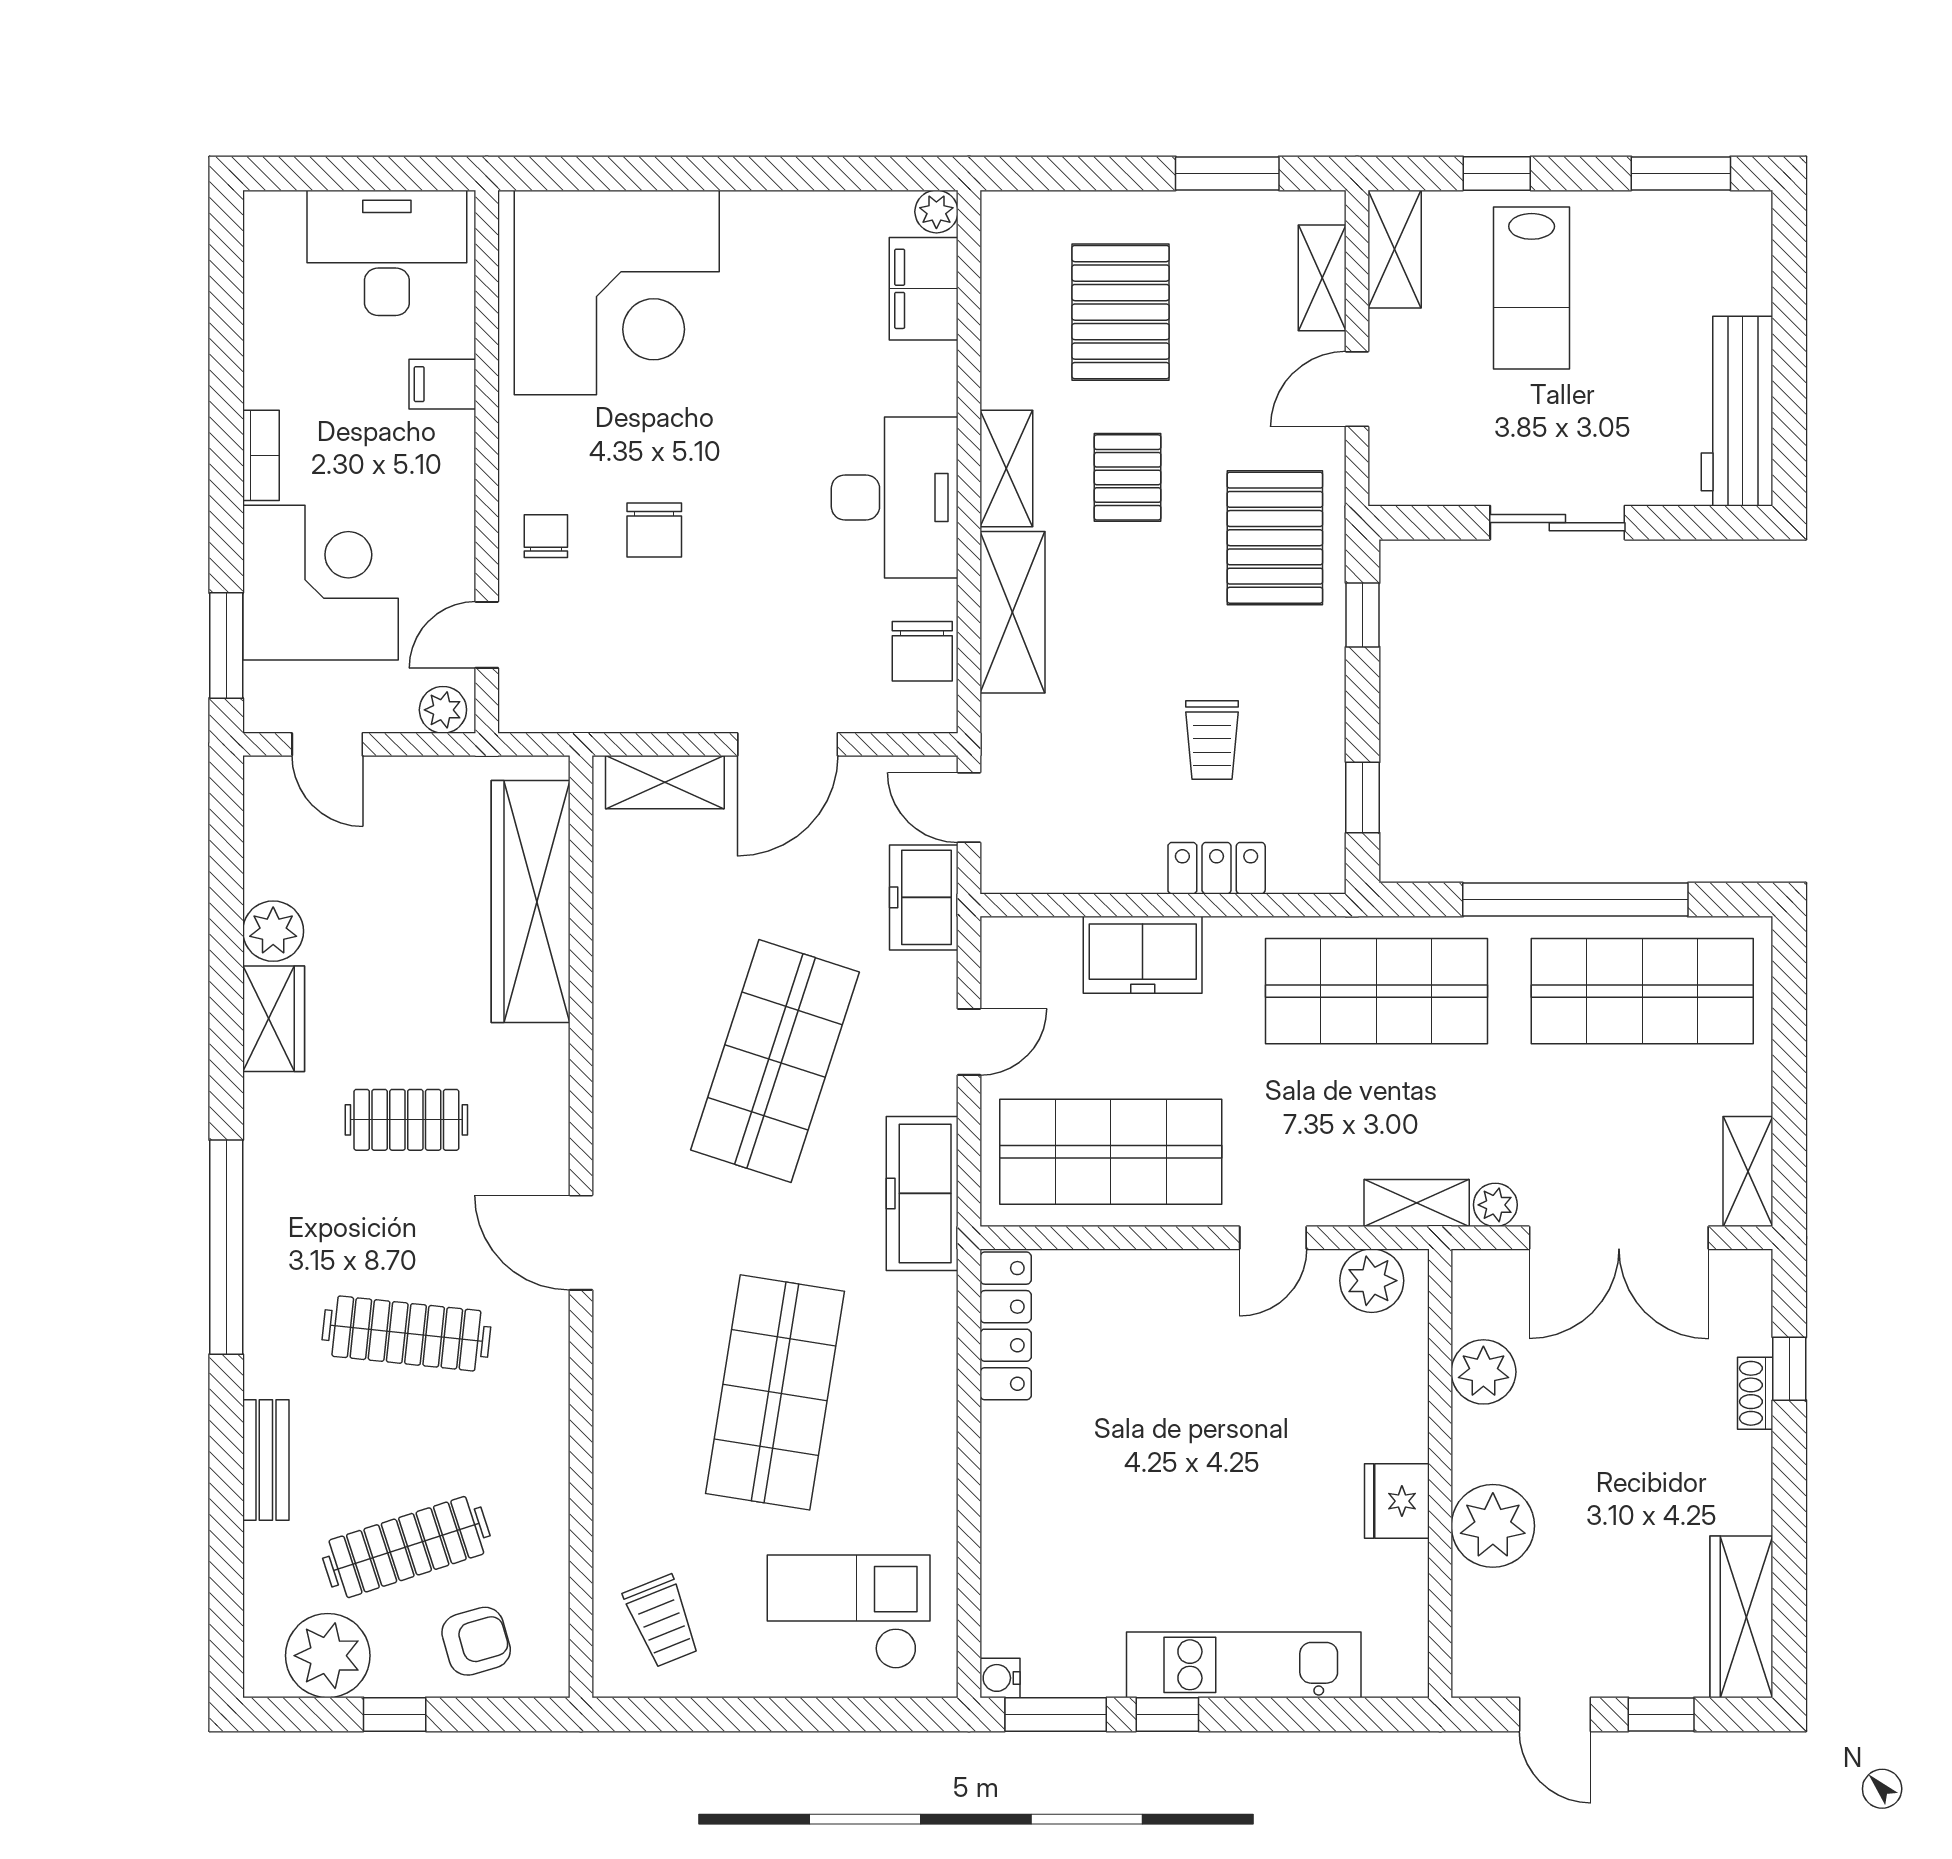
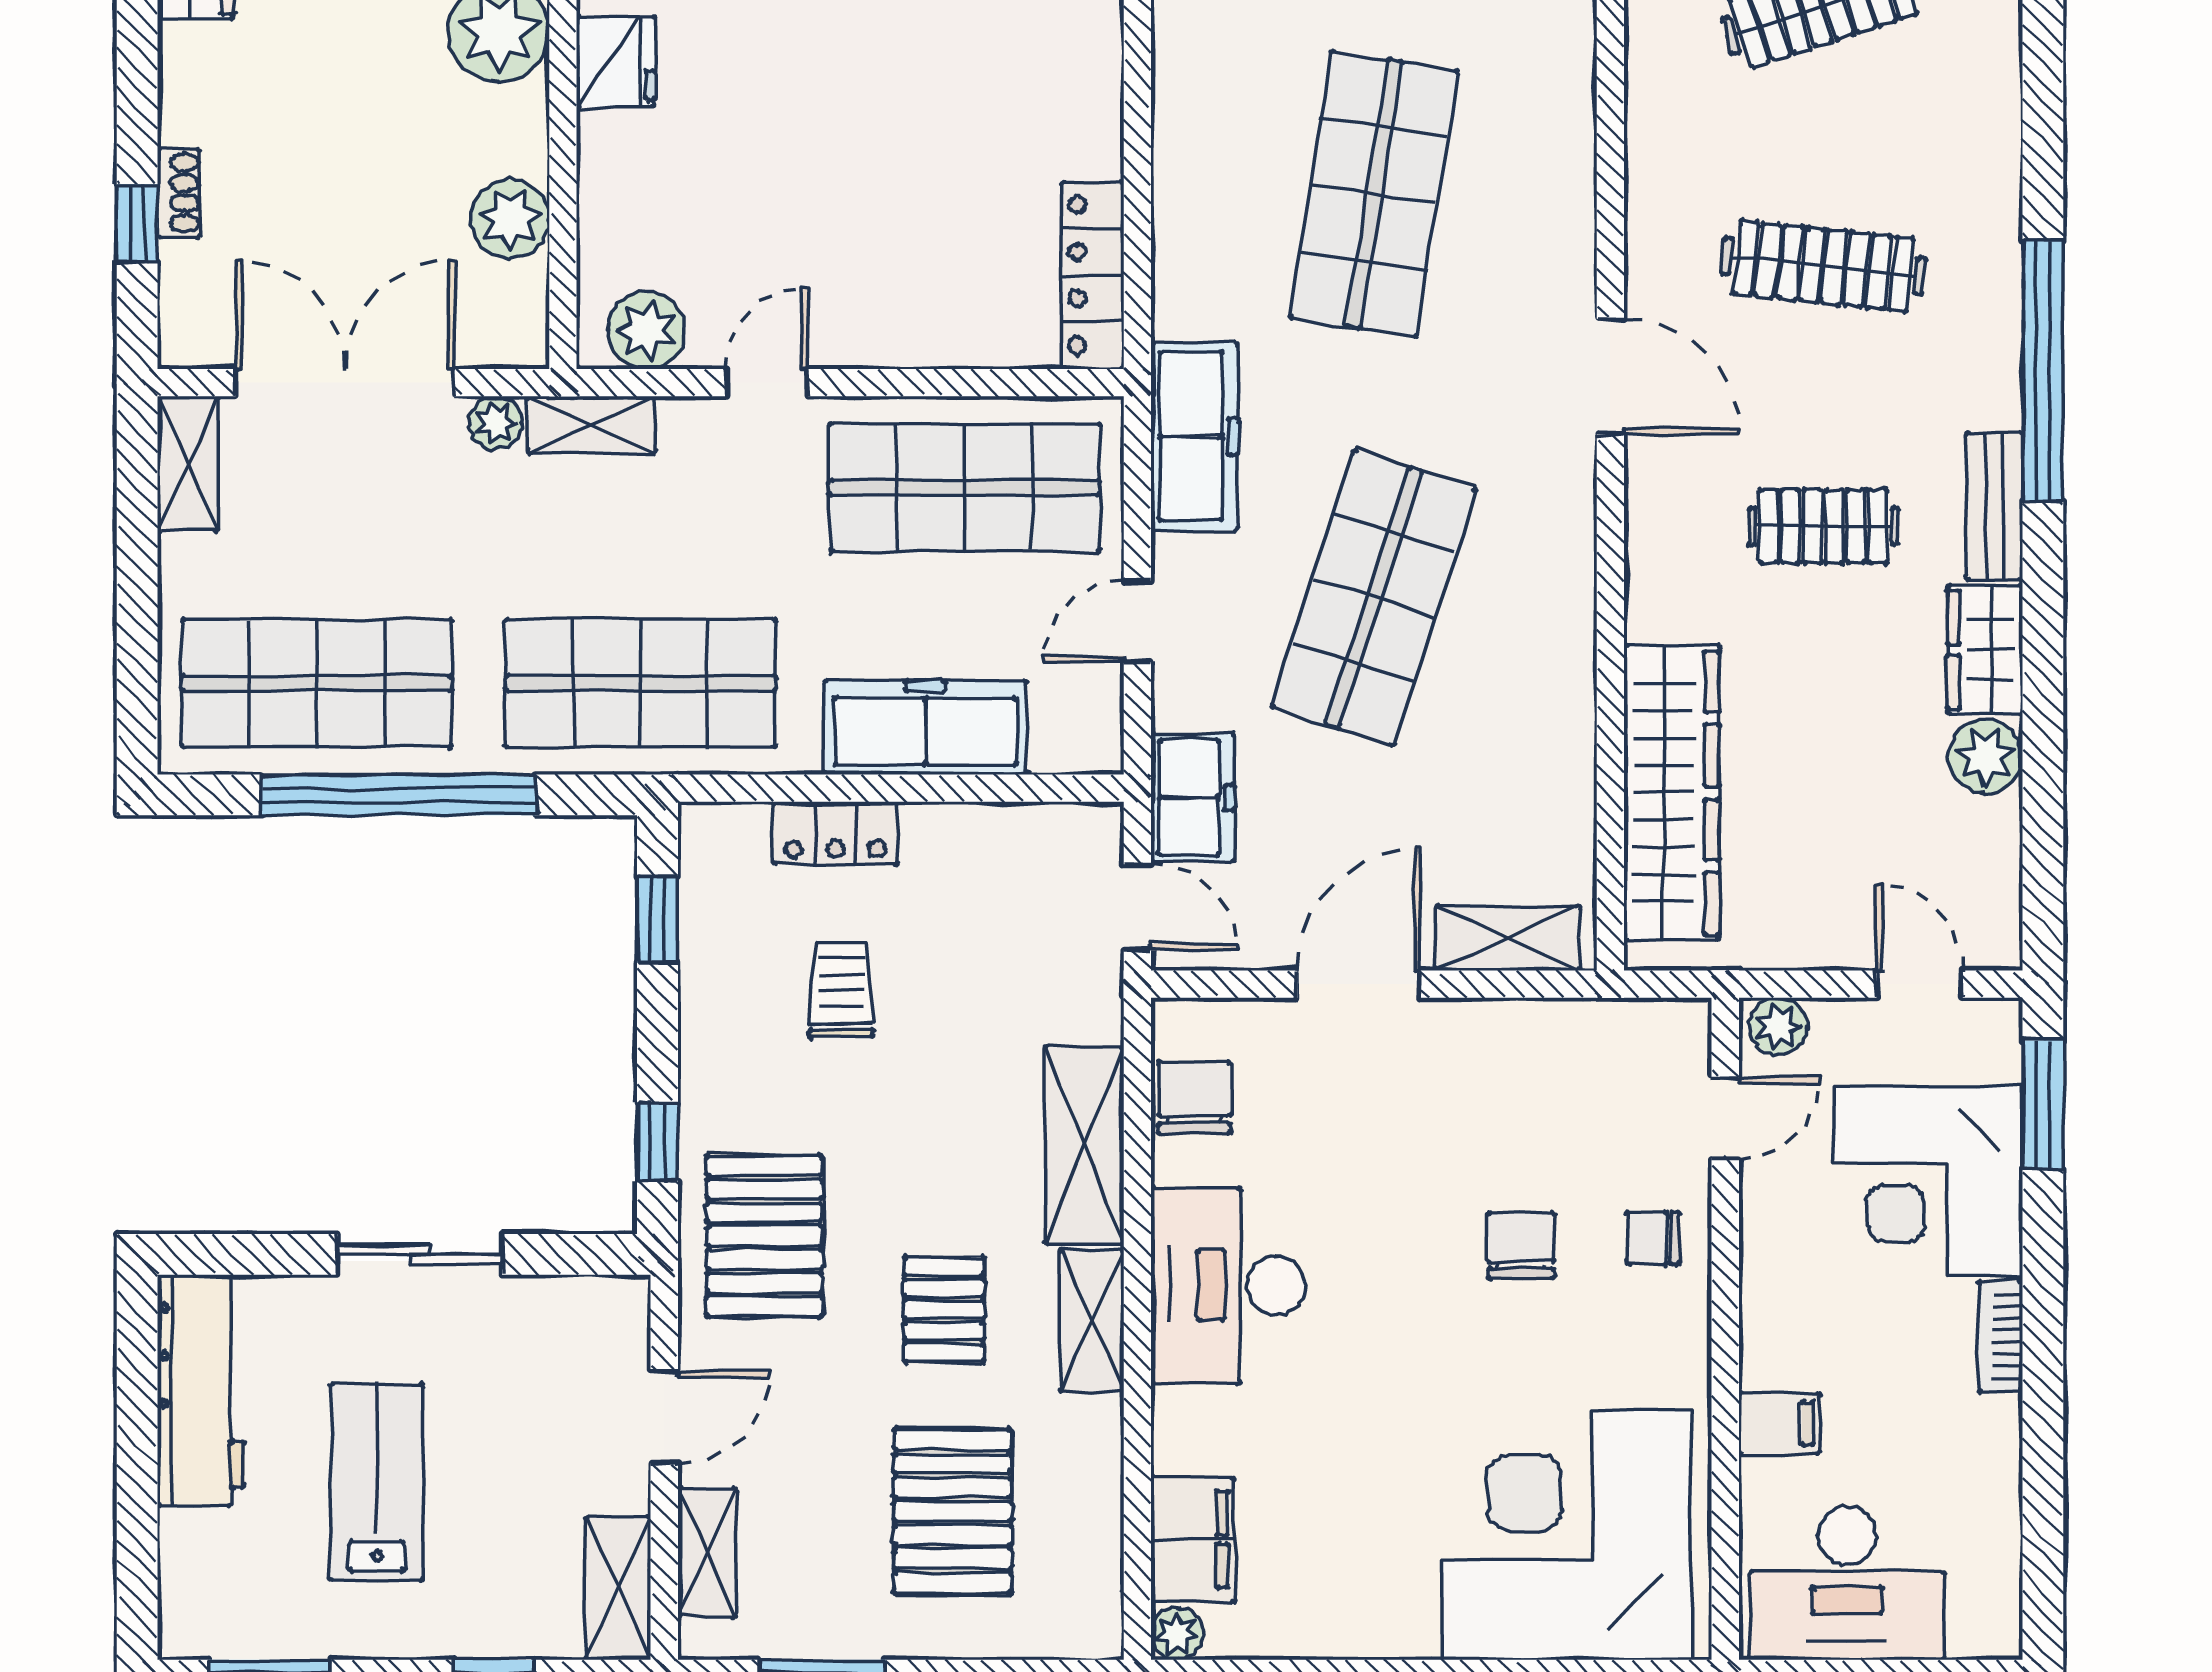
lab bench: (1532, 288) -> (377, 1483), moved
chair: (546, 536) -> (1653, 1238), turned 90
freezer: (1143, 955) -> (926, 728), width x1.40
bench: (266, 1460) -> (1994, 506), moved

